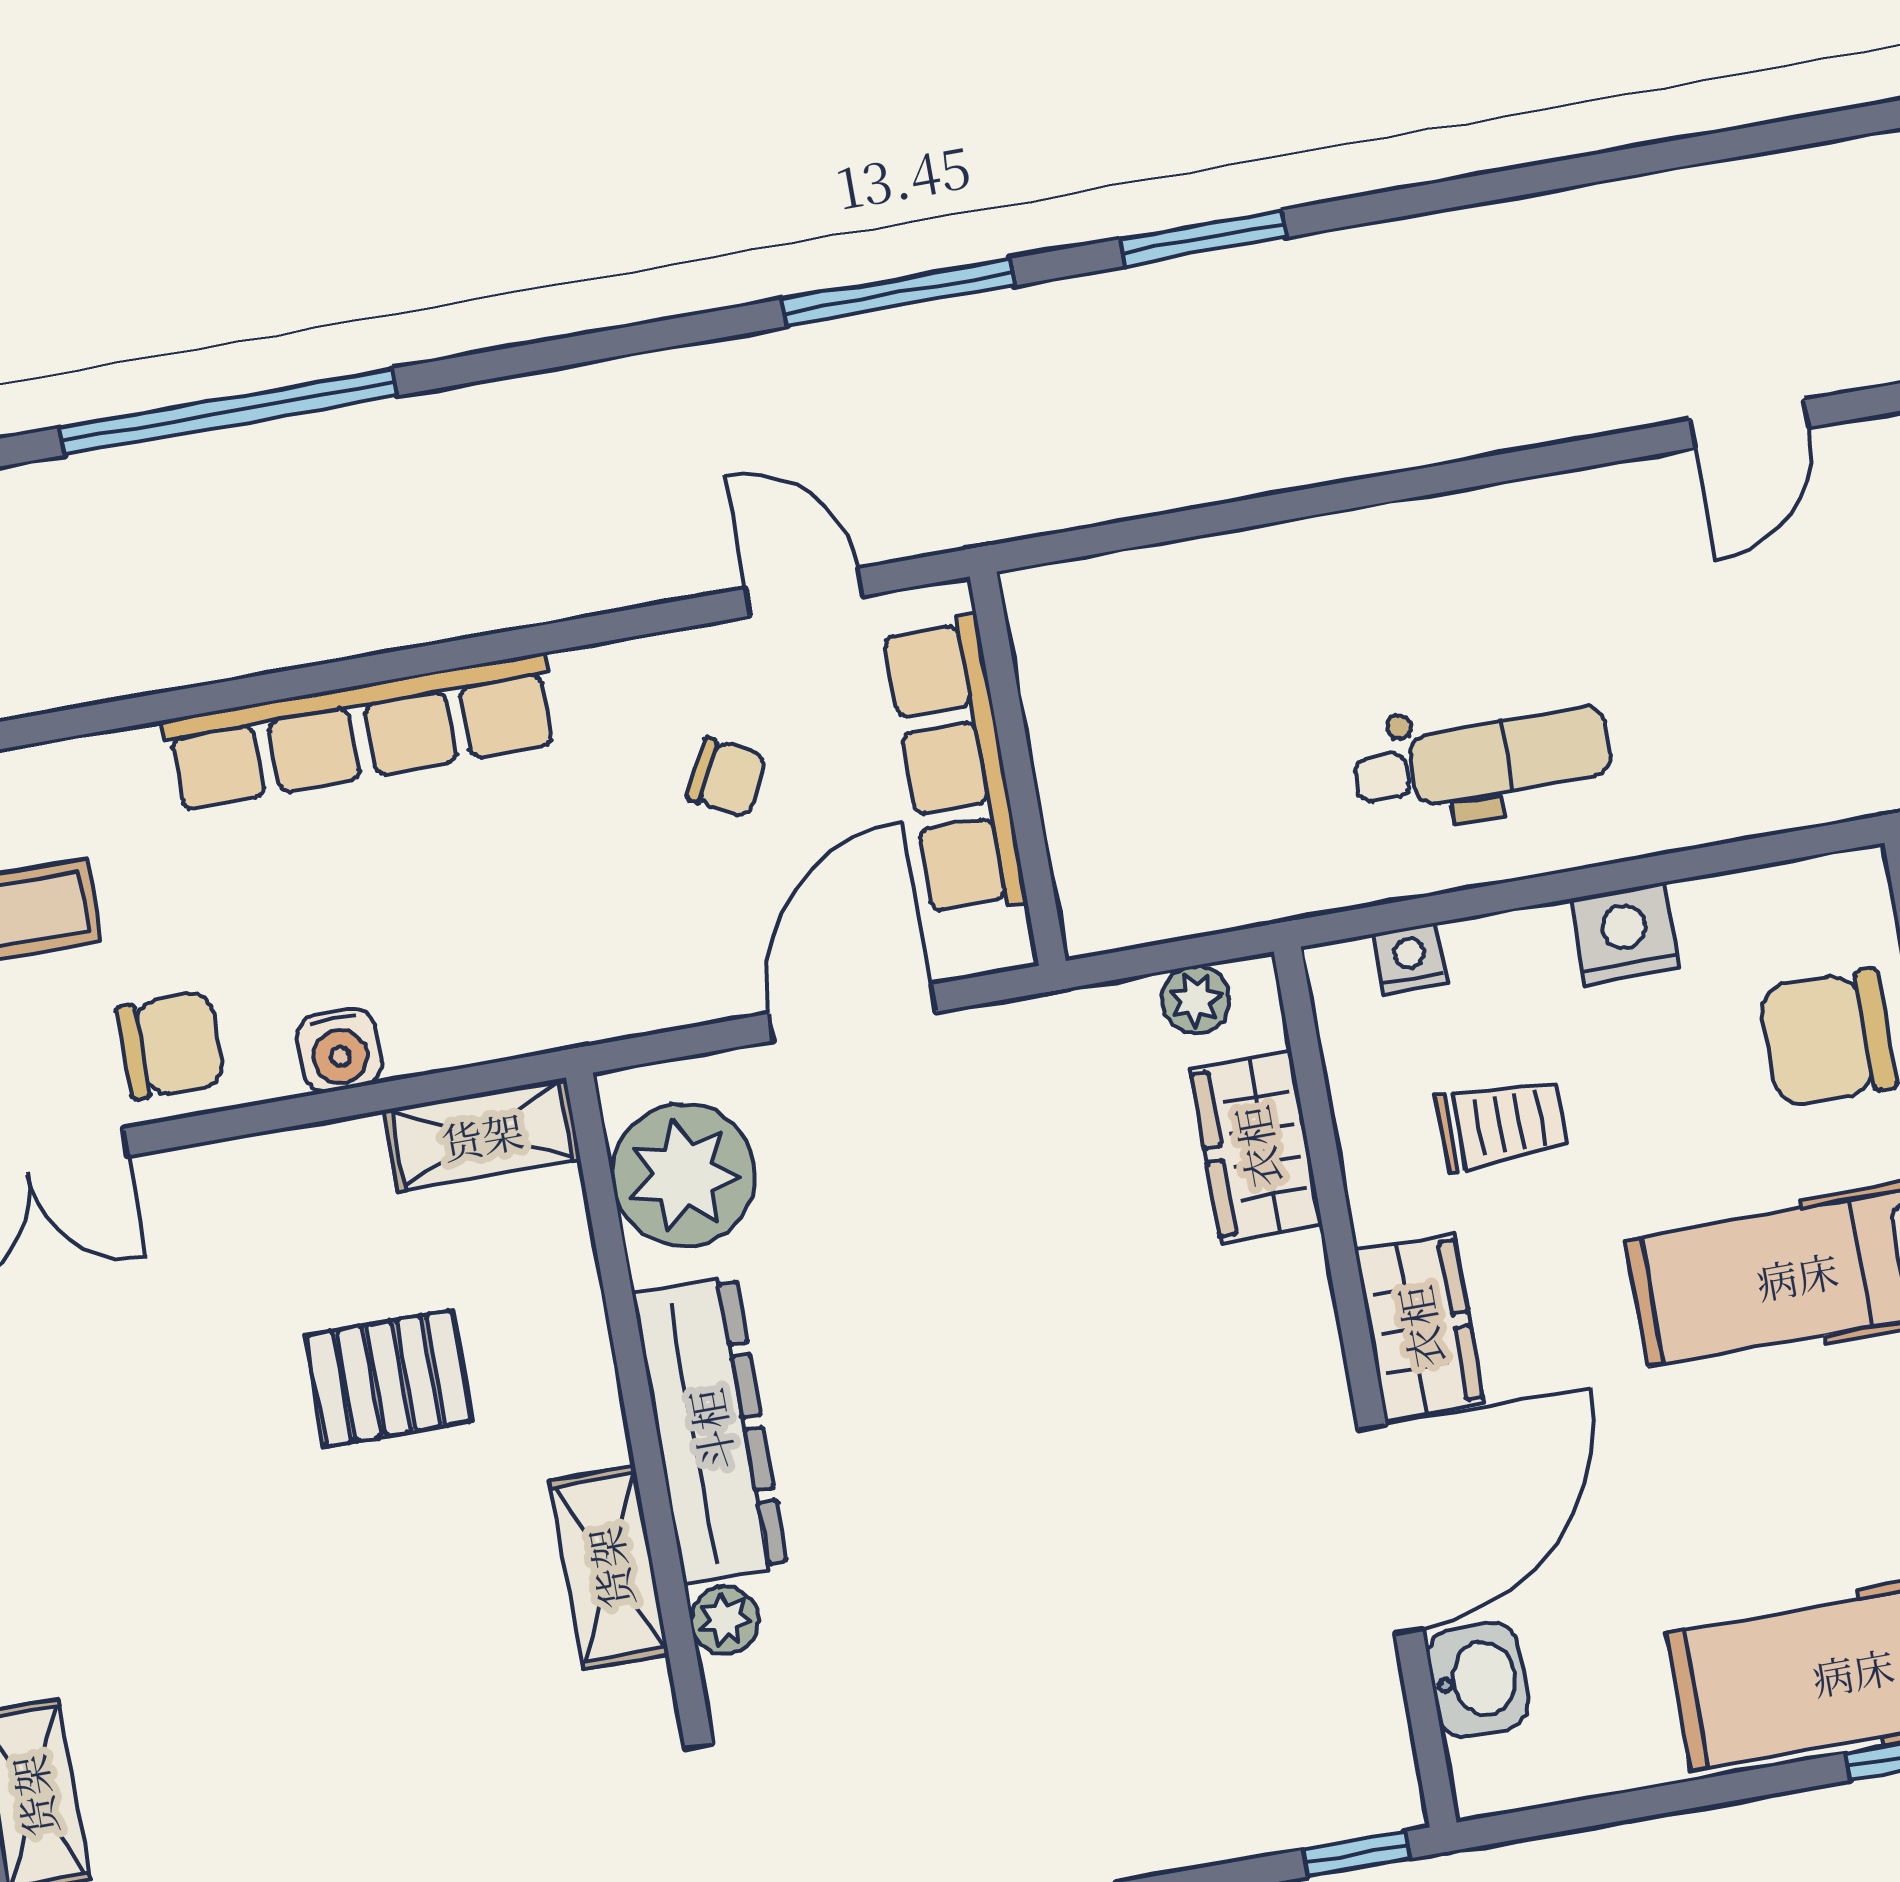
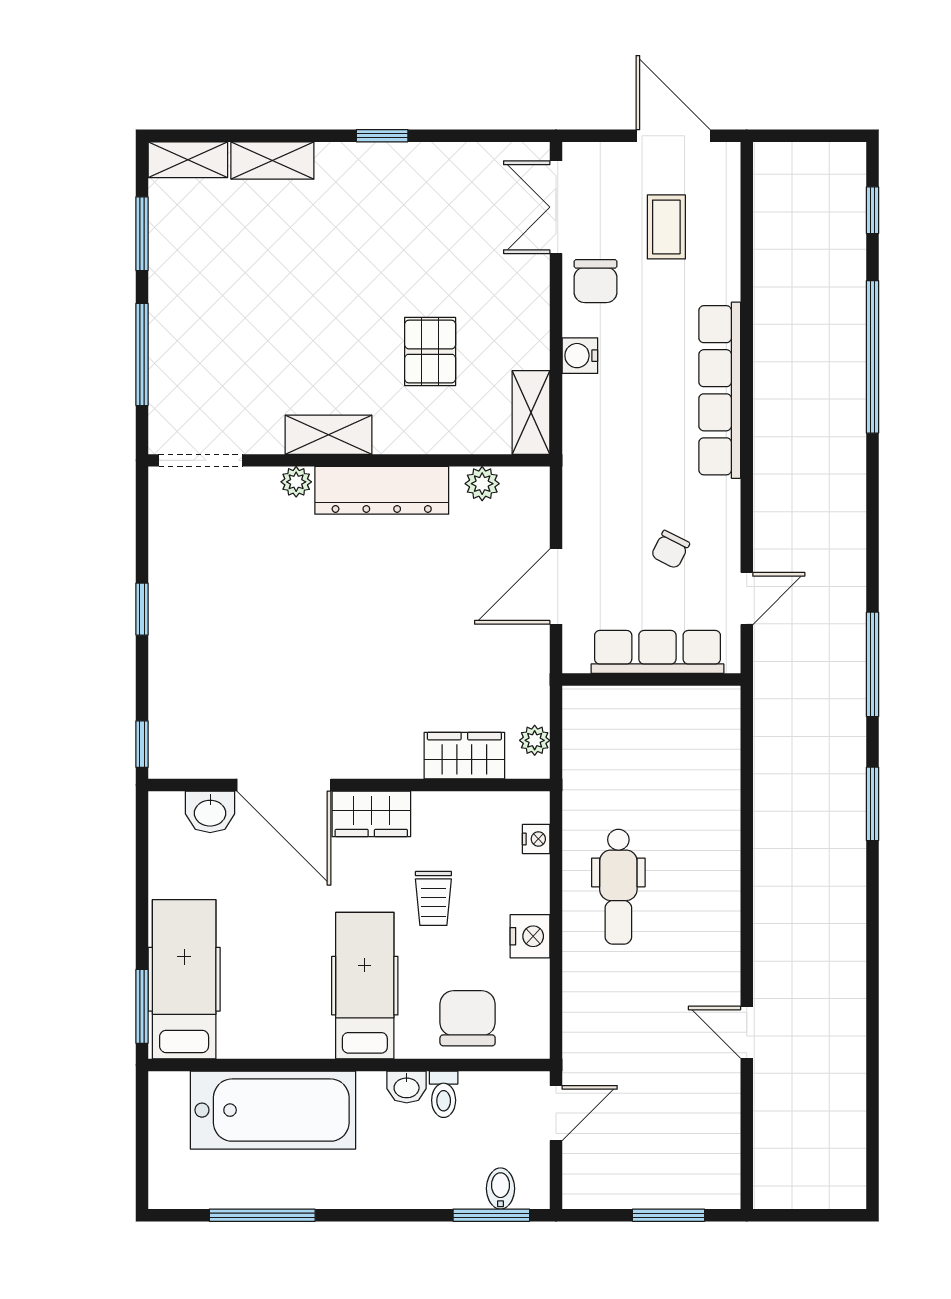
door: (852, 1013) -> (556, 586), swing flipped
trolley: (1502, 1124) -> (433, 898), moved
plant: (683, 1175) -> (482, 484), width x0.53, depth x0.53

